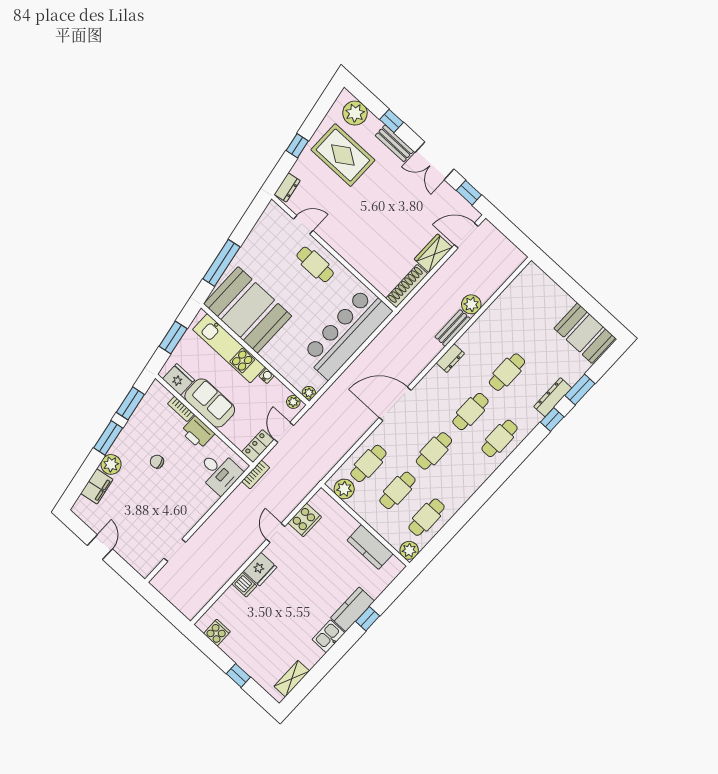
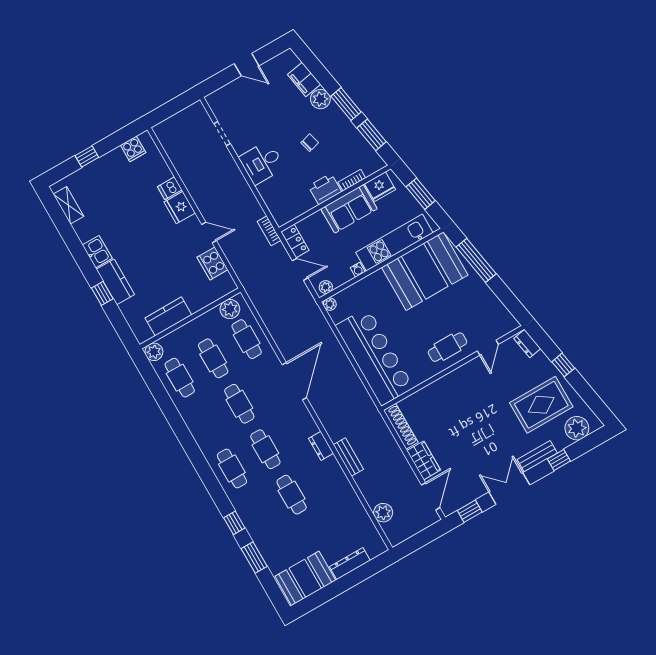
plant: (471, 304) -> (383, 513), moved
dresser: (553, 397) -> (350, 564), moved, turned -90
desk: (219, 472) -> (262, 163), moved

